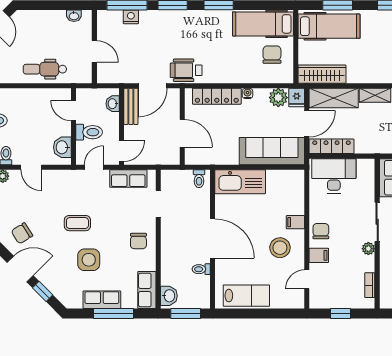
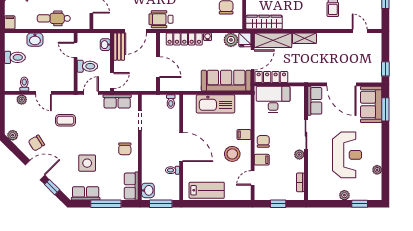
washbasin: (62, 147) -> (35, 40), moved, turned -90
kitchen sink: (240, 182) -> (216, 104), moved
coffee table: (77, 223) -> (65, 120), moved
row of seats: (102, 300) -> (86, 193), moved

